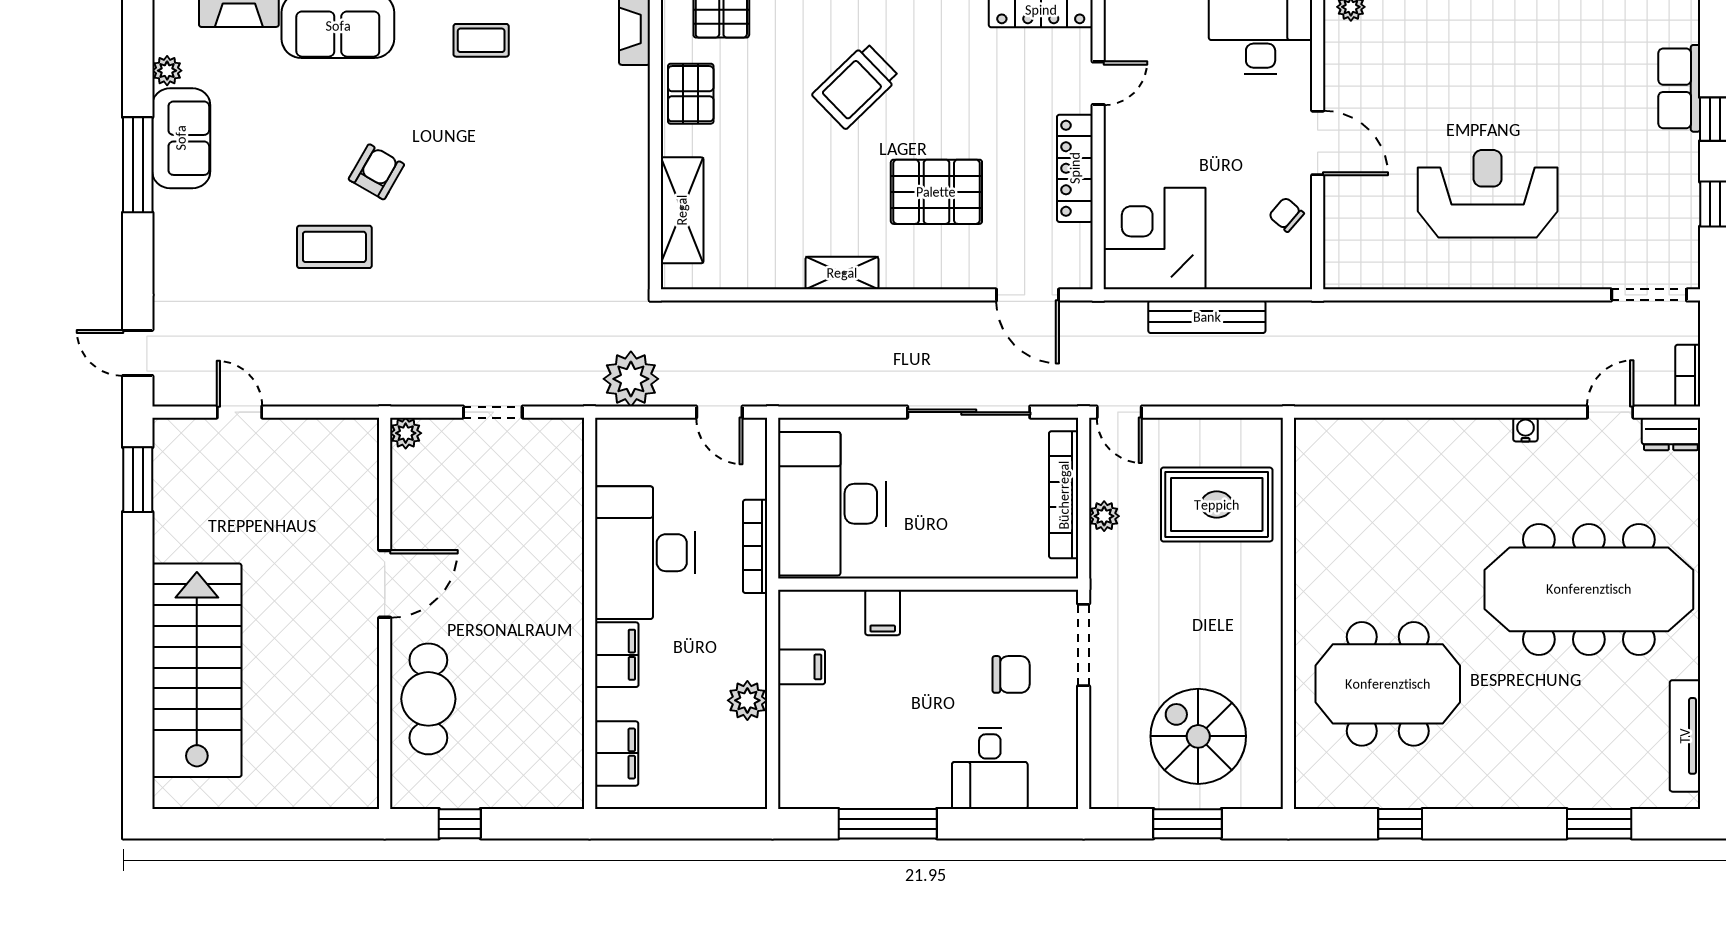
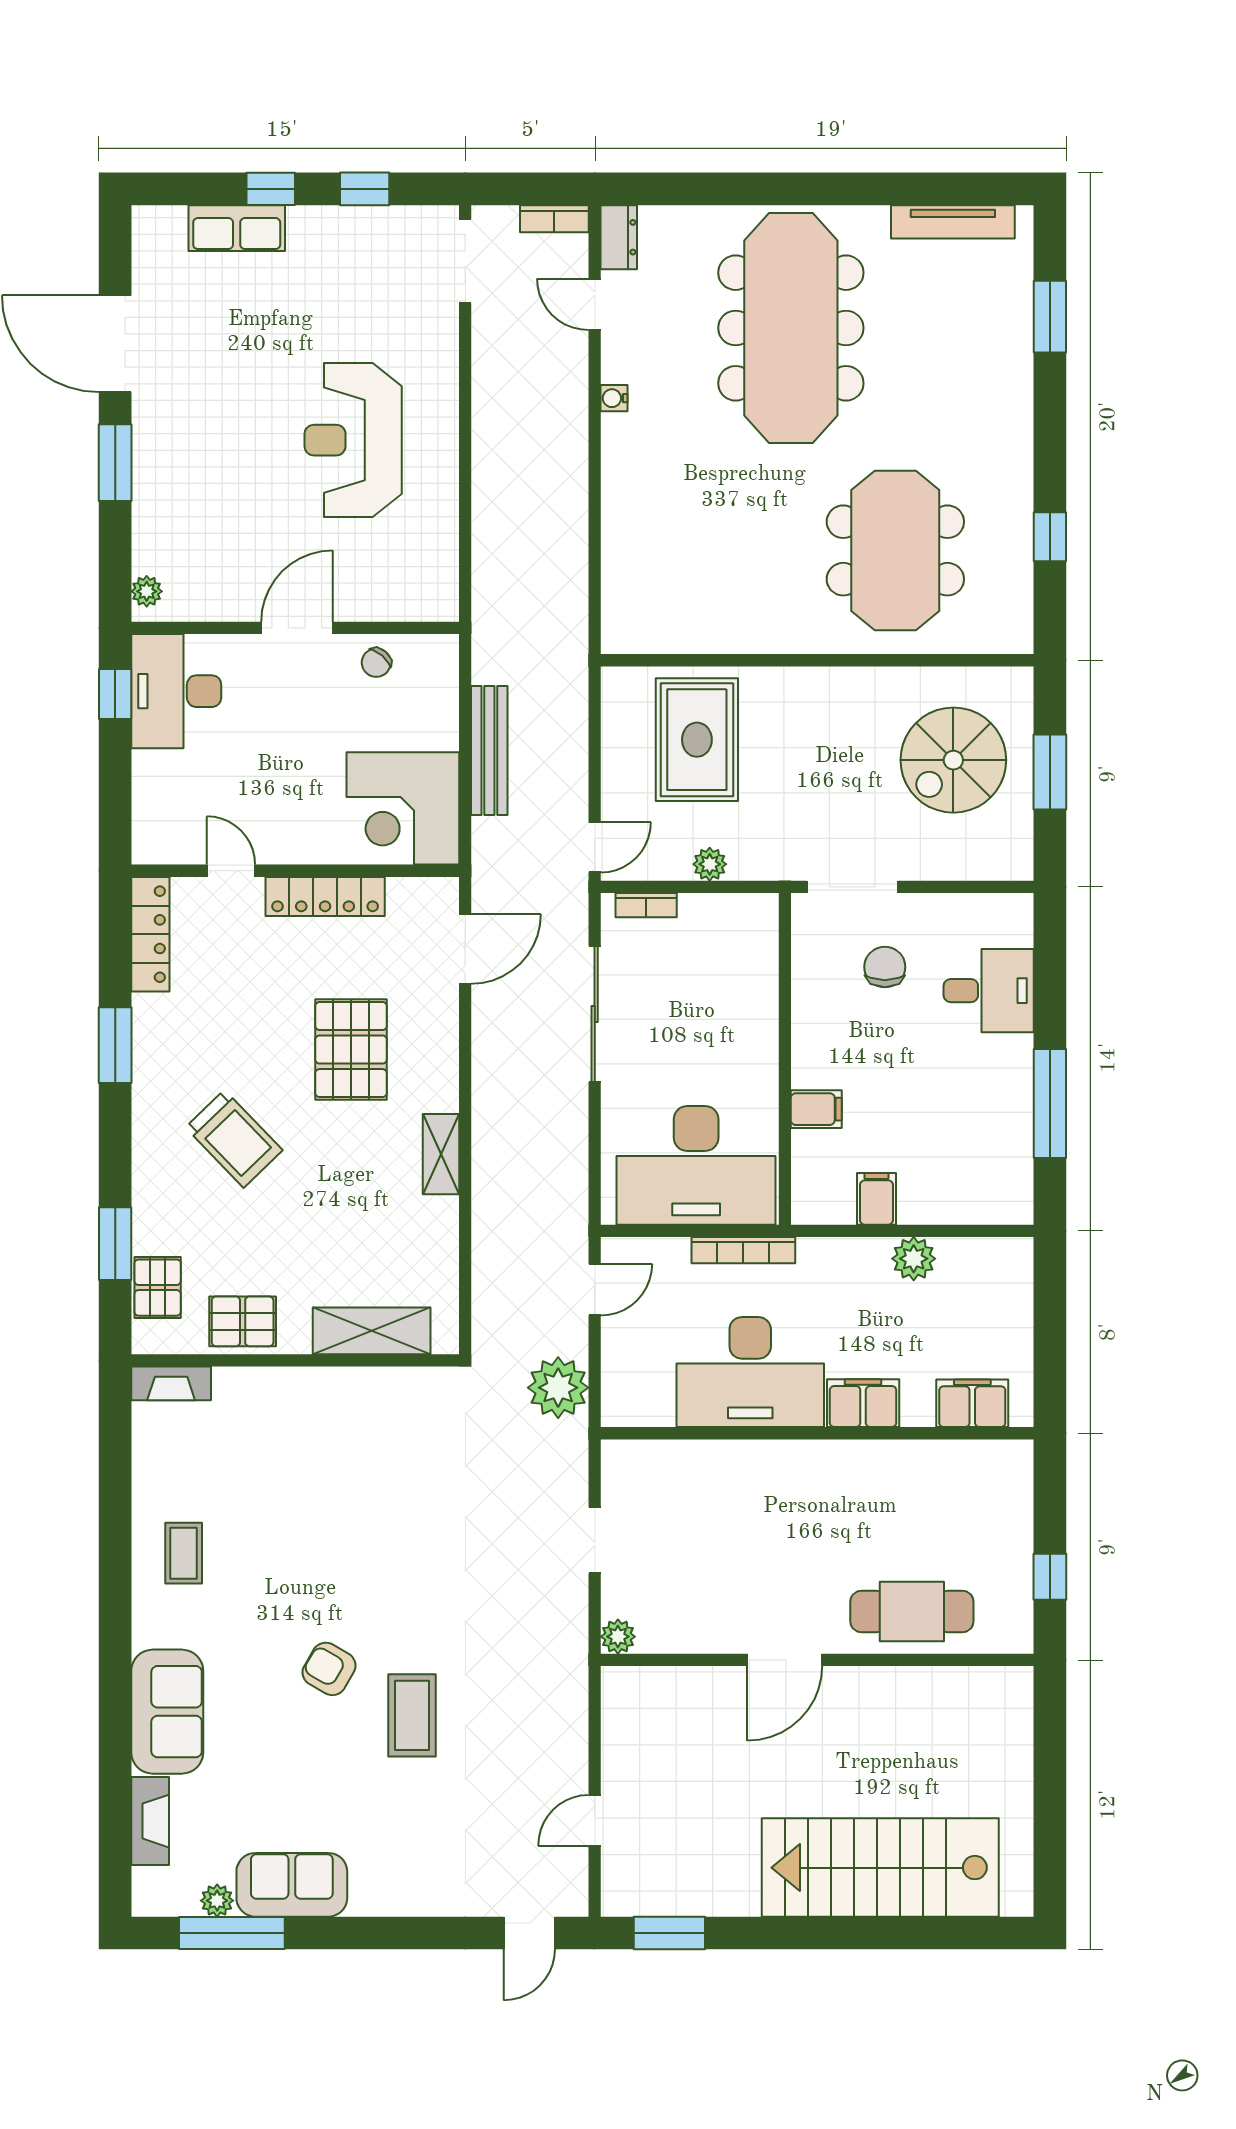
window: (138, 165) -> (232, 1933), moved
bookcase: (1064, 495) -> (646, 905), width x0.43, depth x0.76
door: (385, 584) -> (785, 1660), swing flipped

